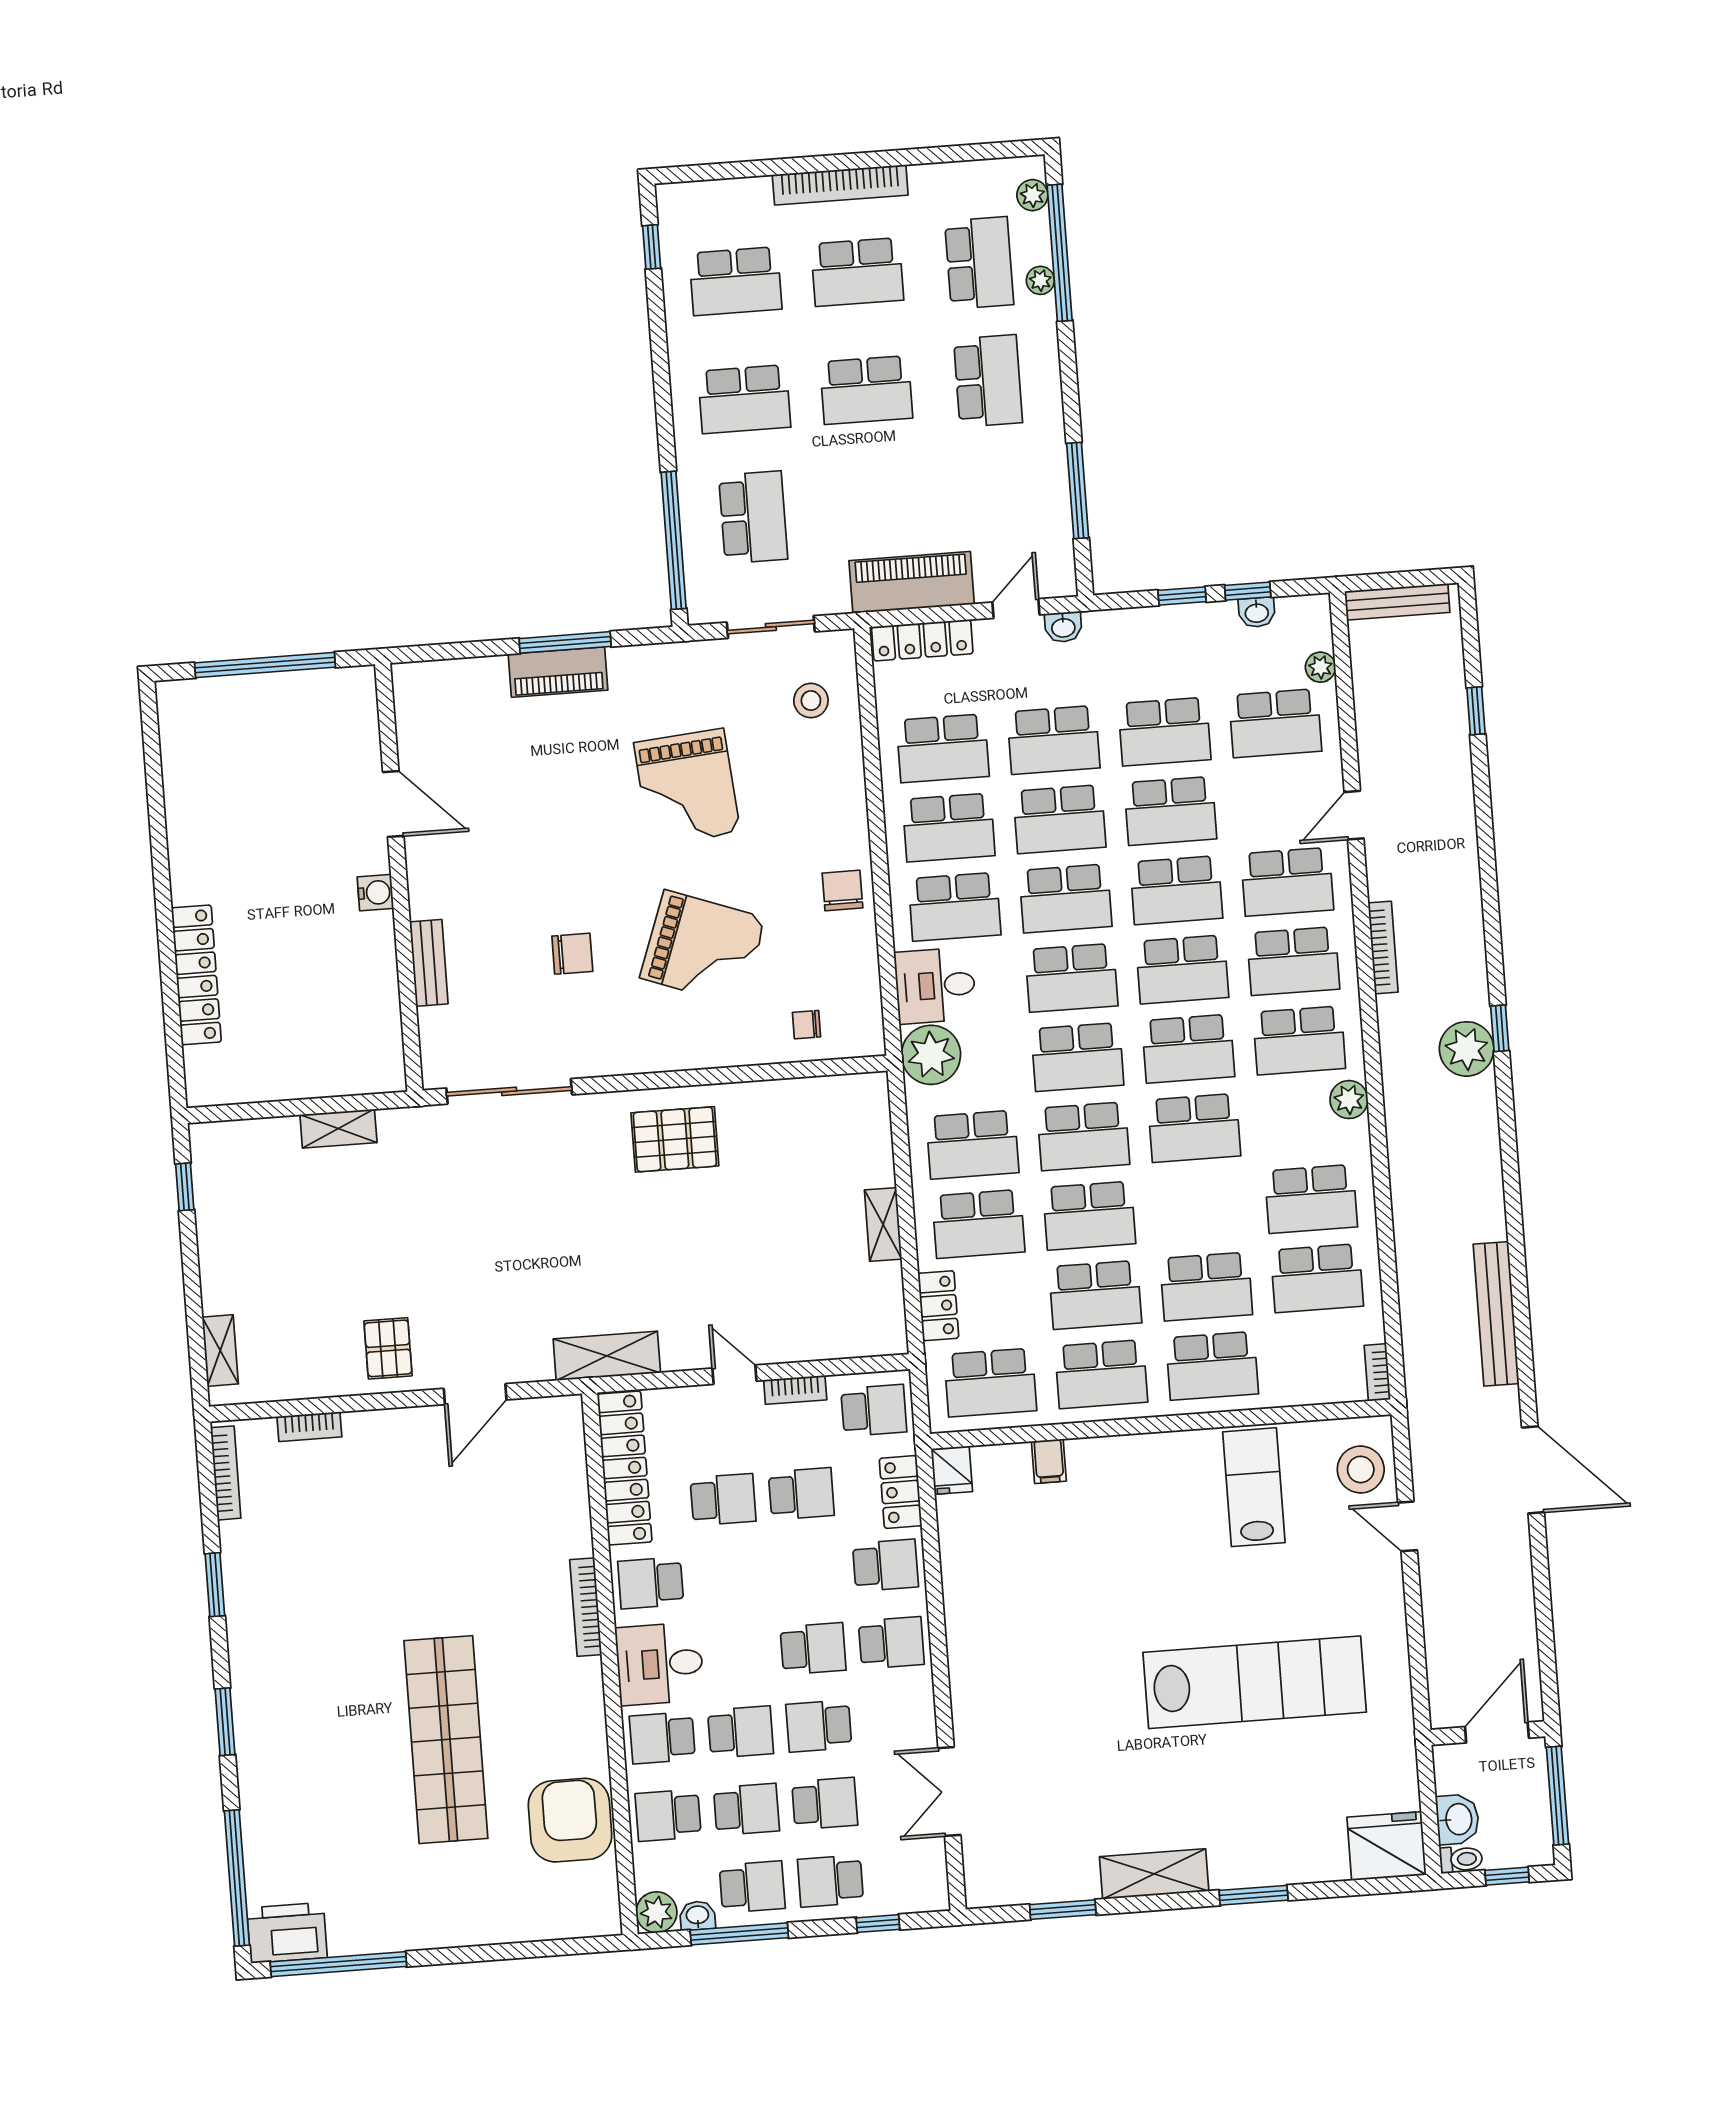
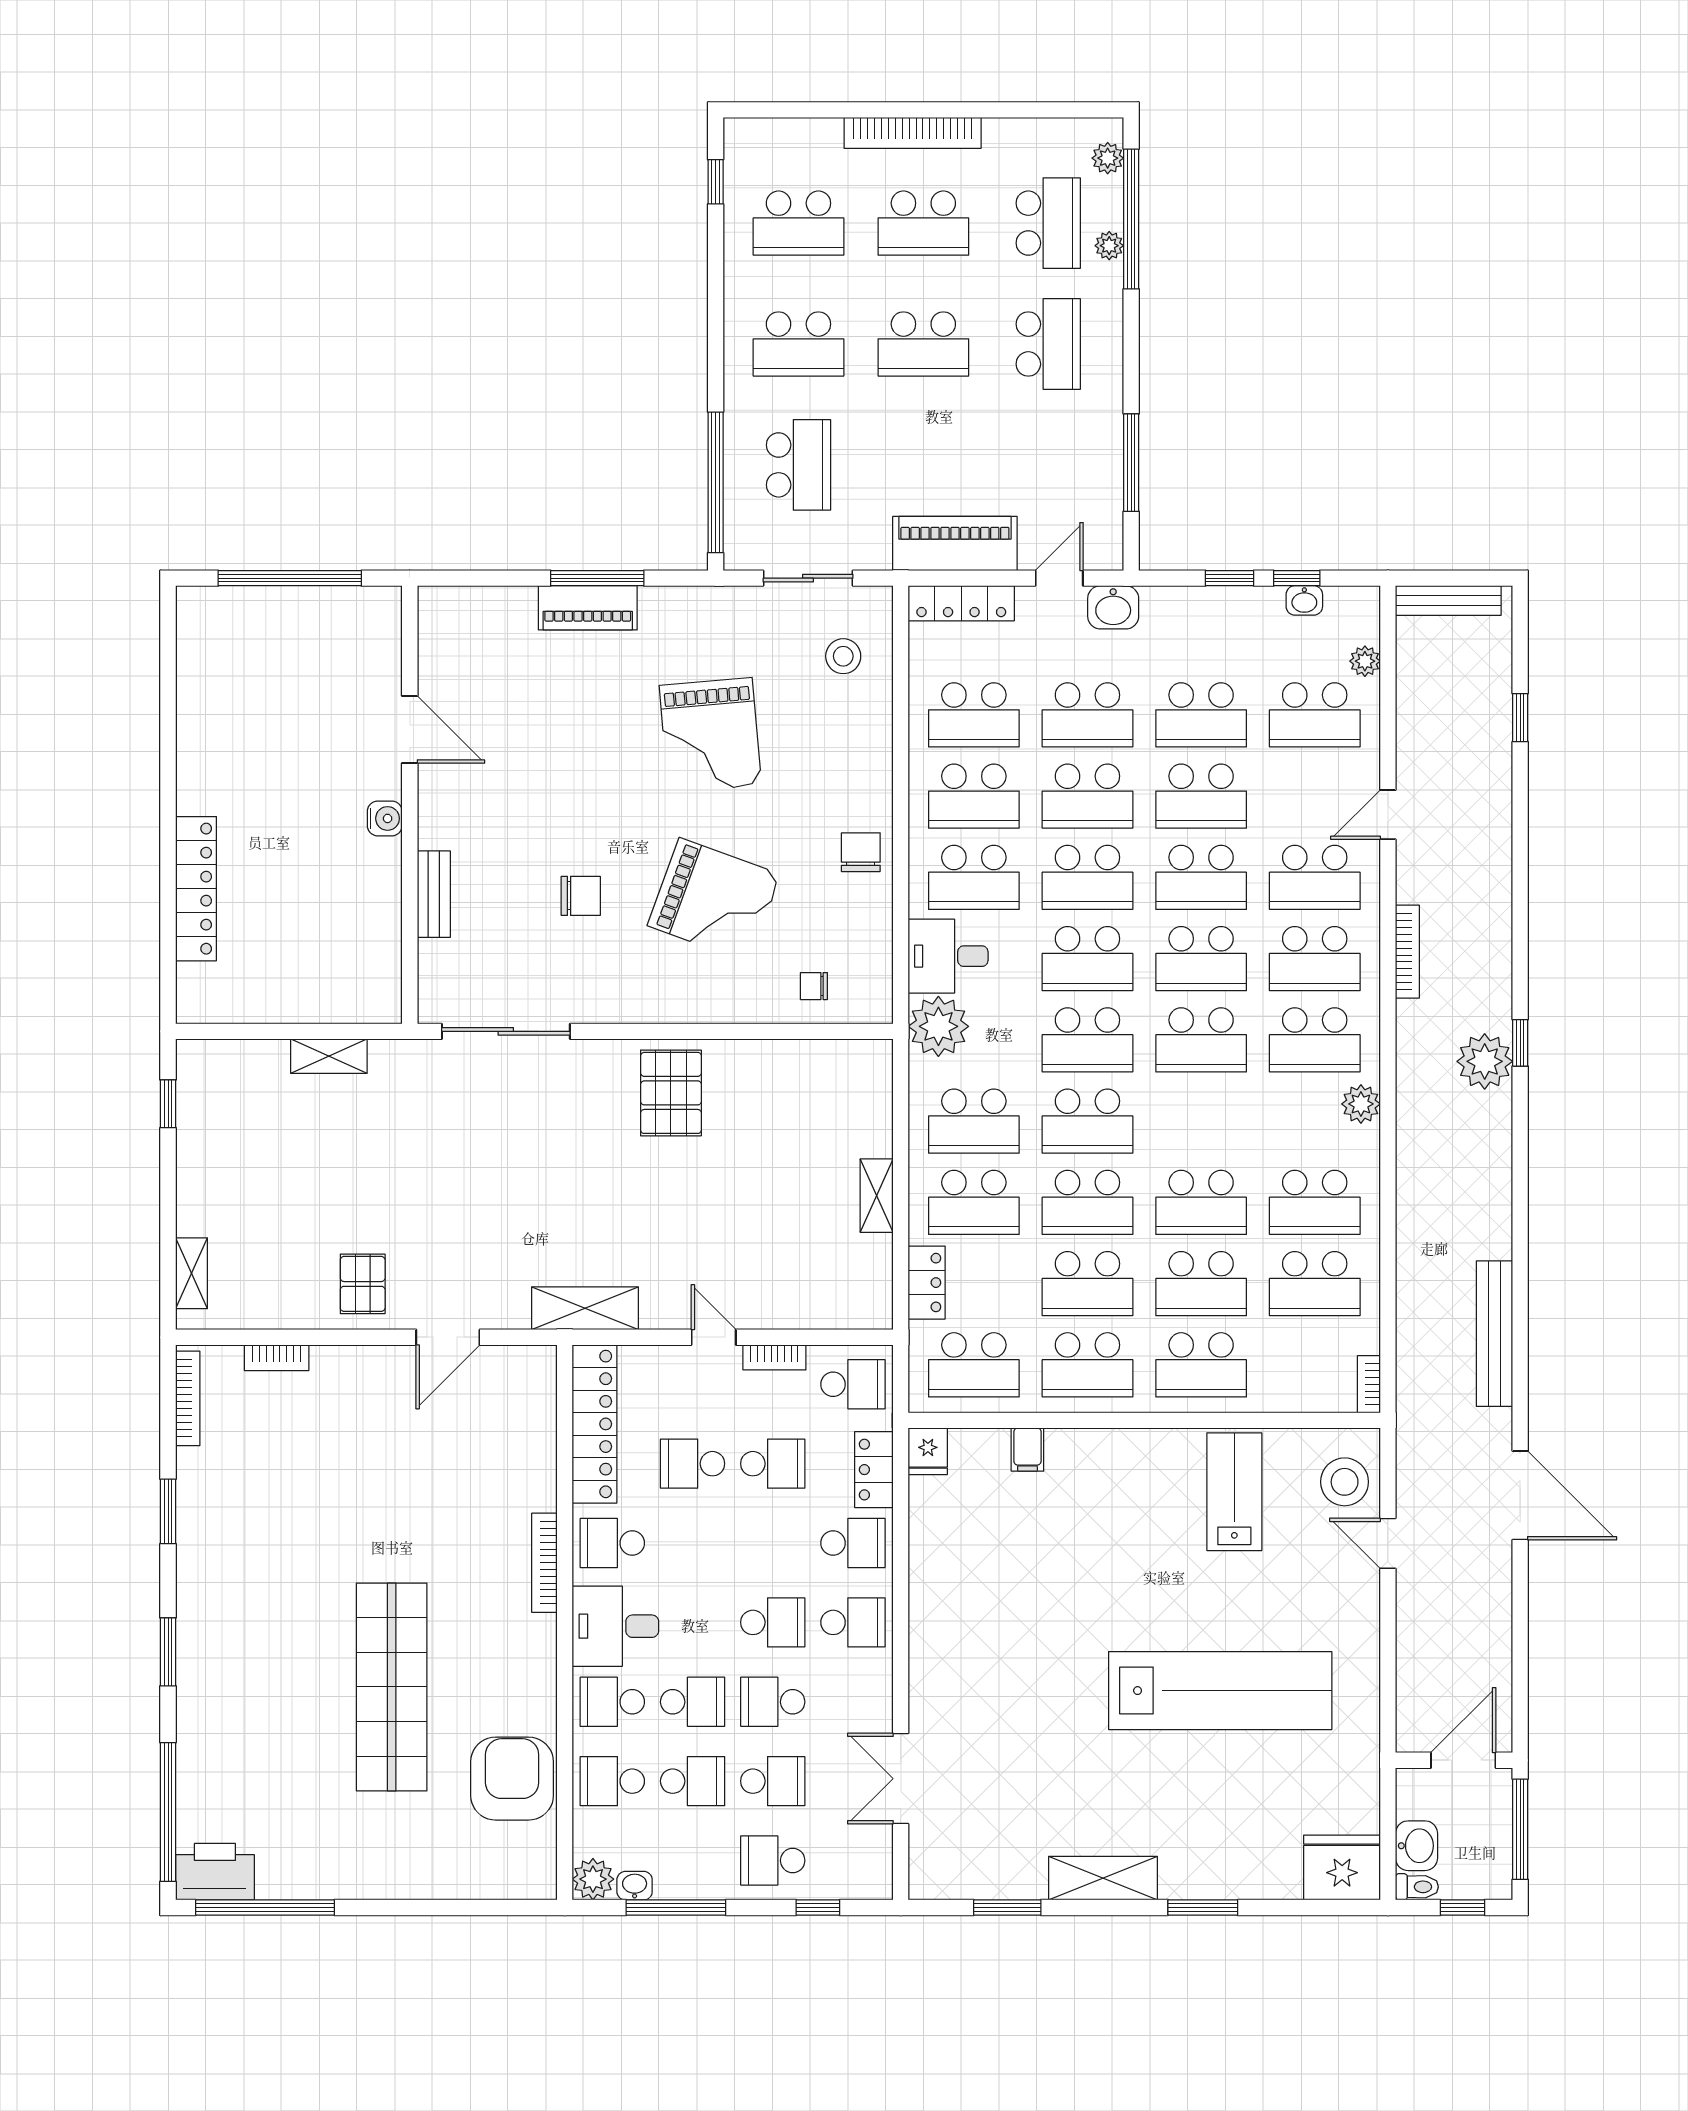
washbasin: (1063, 627) -> (1113, 607), width x1.38, depth x1.45
school desk: (1194, 1128) -> (1201, 1202), moved
pallet: (675, 1139) -> (671, 1093), turned 90
school desk: (723, 1500) -> (693, 1464), turned 180
school desk: (752, 1887) -> (693, 1861), removed

